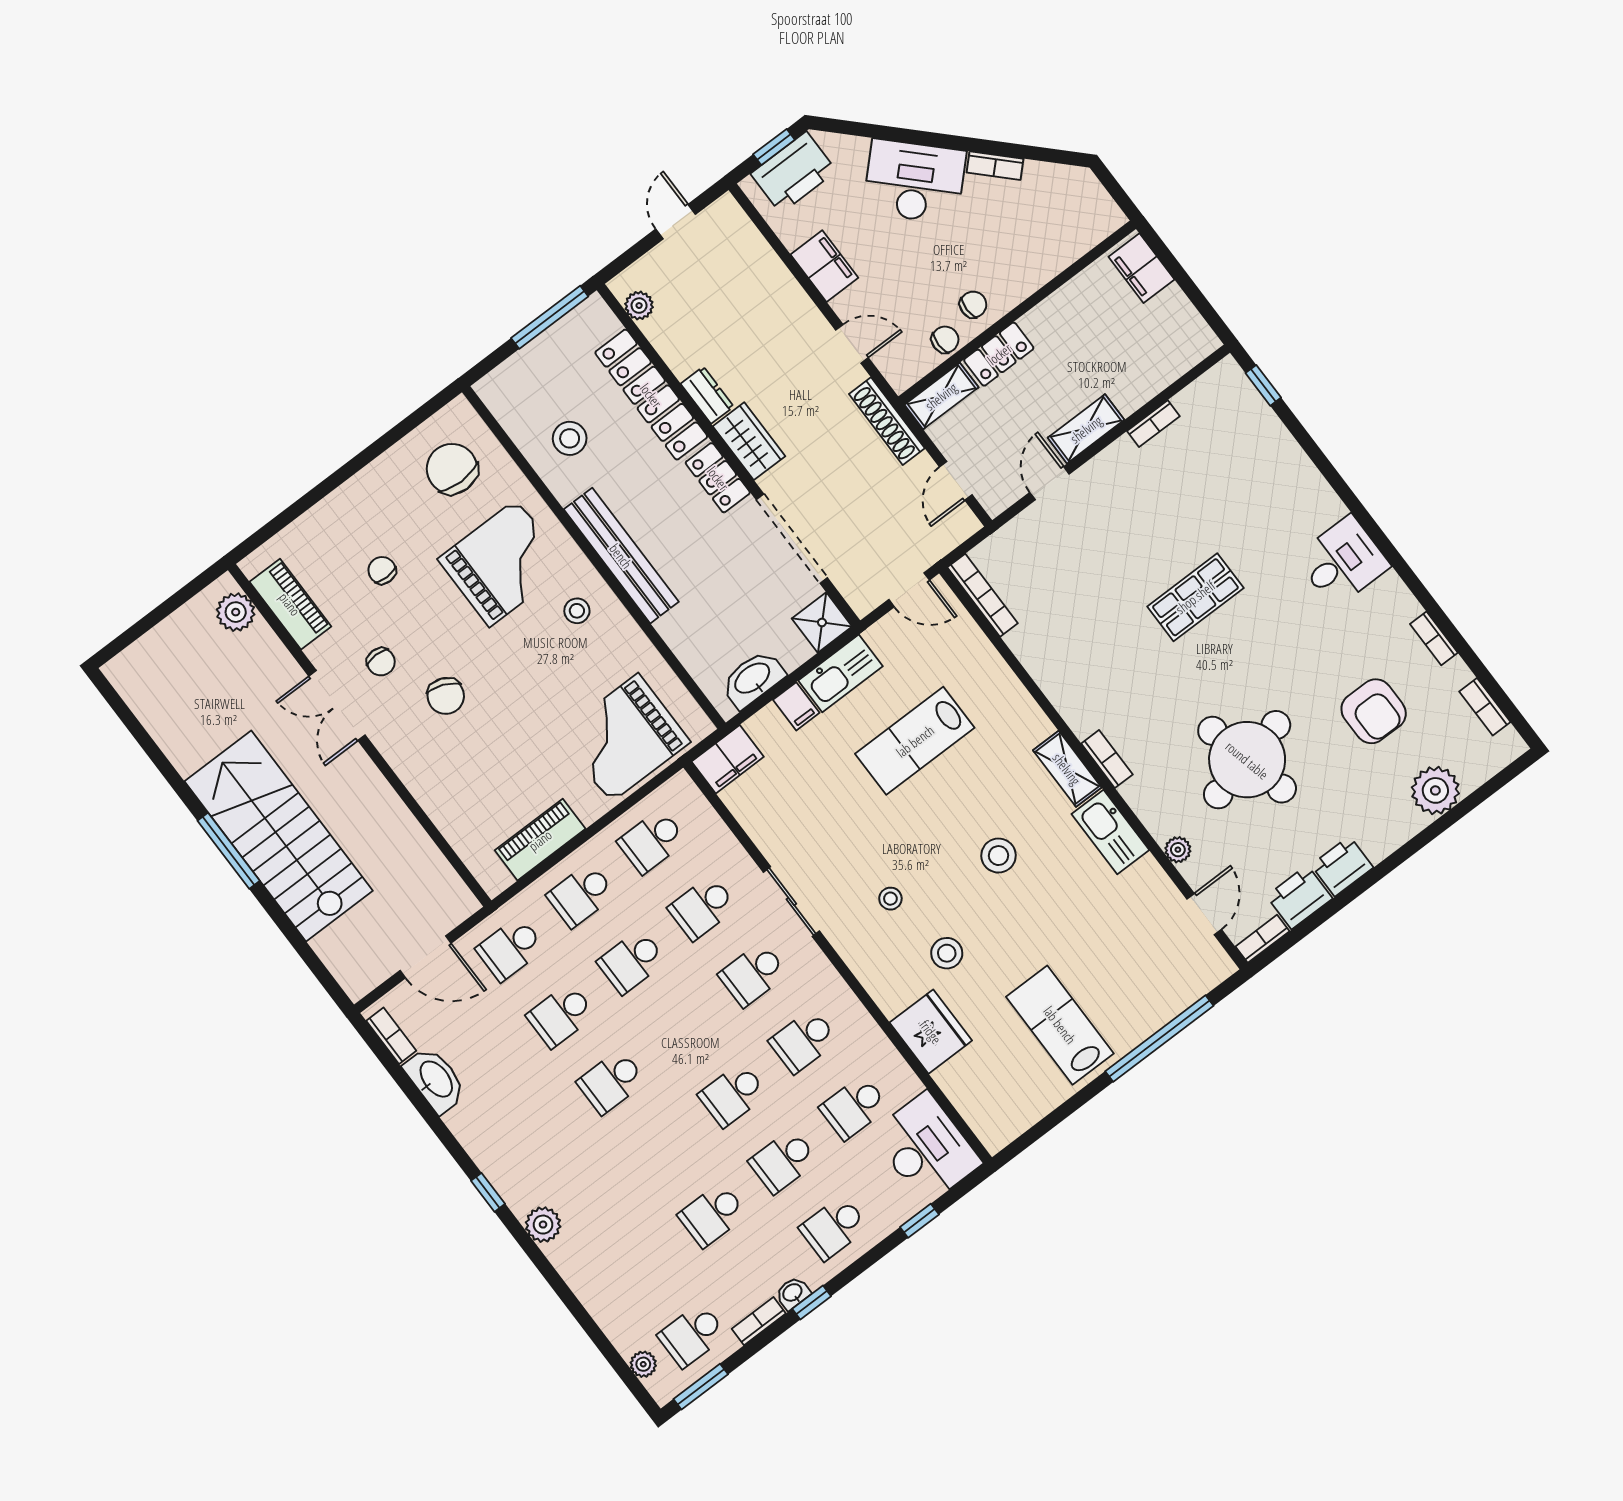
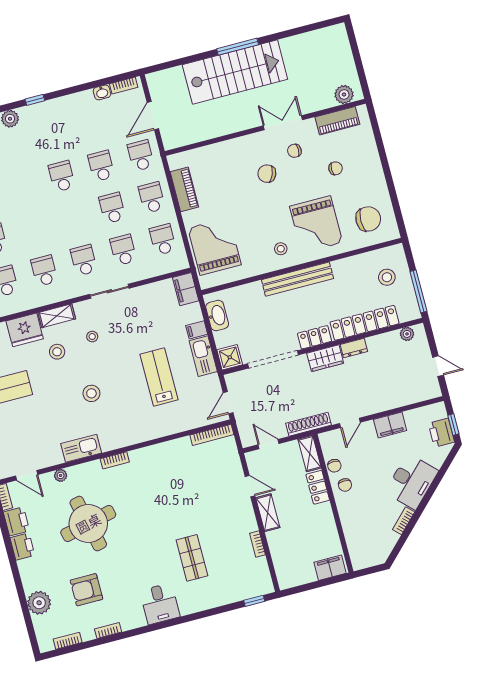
printer: (794, 172) -> (441, 433), width x0.73, depth x0.84
stool: (570, 438) -> (387, 277), moved
shop shelf: (1195, 597) -> (192, 558), moved
shelving: (1067, 769) -> (57, 316), moved
washbasin: (435, 1080) -> (102, 92), width x0.52, depth x0.69
school desk: (733, 1095) -> (33, 229), removed

